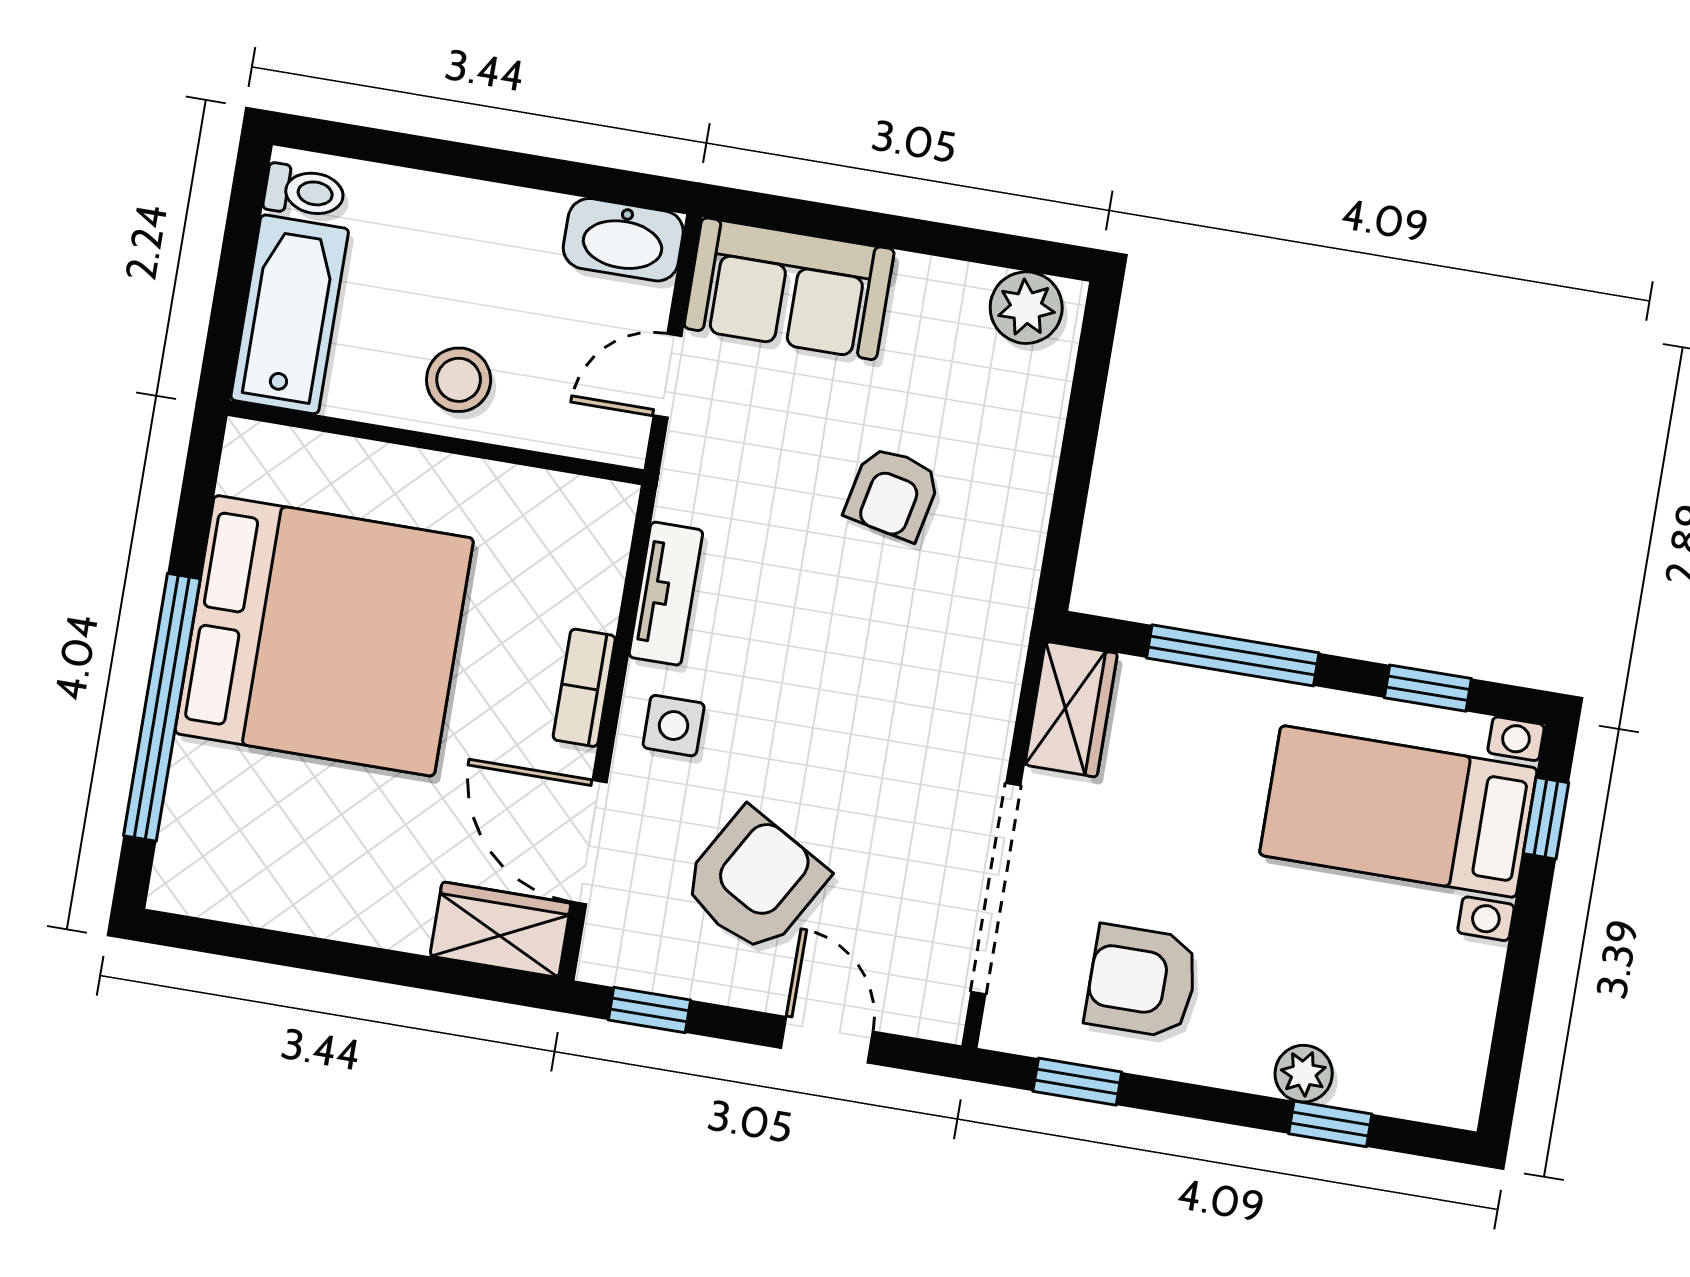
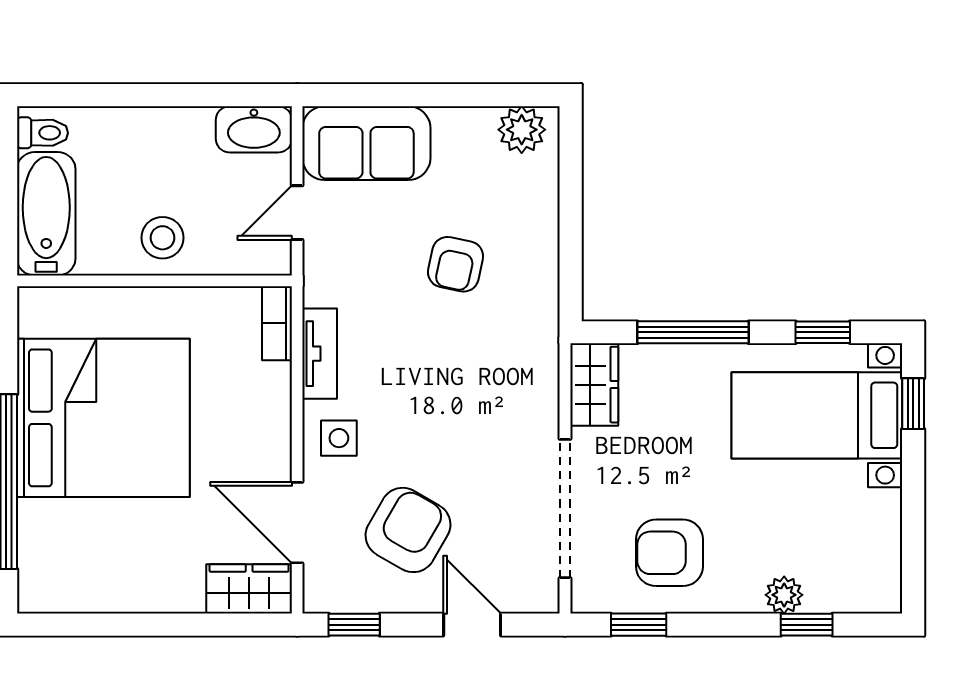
bookcase: (584, 688) -> (277, 323), moved

